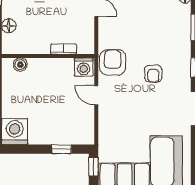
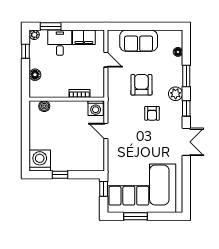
plant: (182, 49) -> (176, 94), added
armchair: (113, 62) -> (141, 85), moved
window: (62, 149) -> (60, 175), moved

